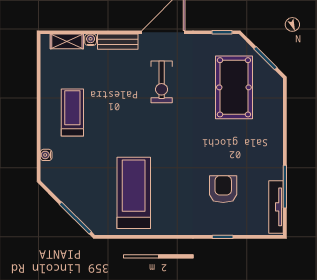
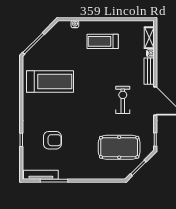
exercise bike: (162, 82) -> (123, 100), turned 90
treadmill: (72, 112) -> (103, 41), turned 180

